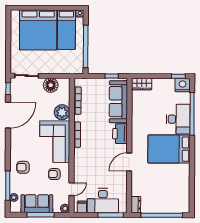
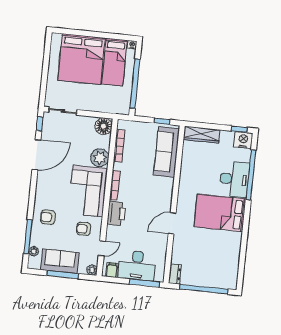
wardrobe: (142, 84) -> (202, 135), width x1.50
floor lamp: (51, 85) -> (103, 126), moved
printer: (120, 134) -> (116, 213), moved, turned 180

